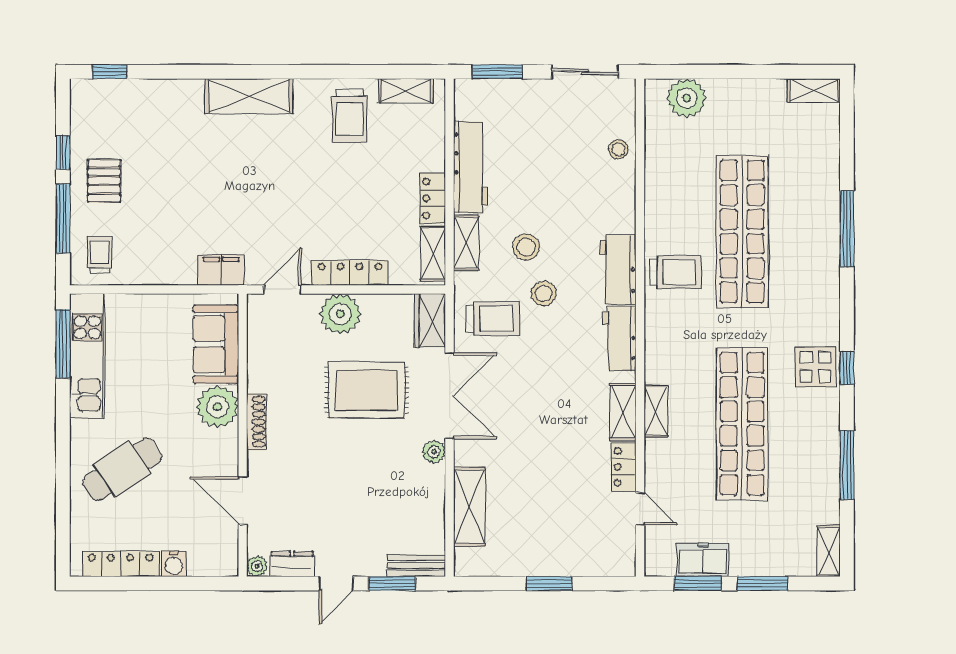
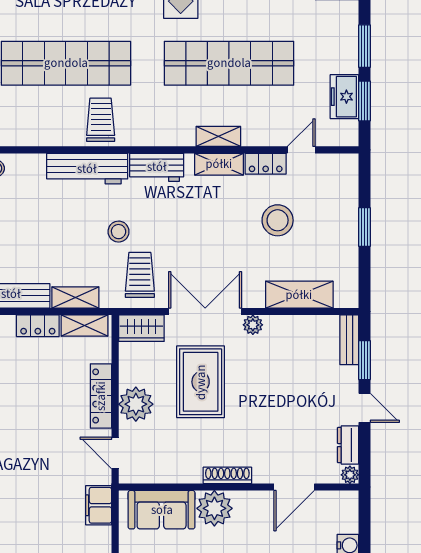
stool: (526, 247) -> (278, 220), moved, width x1.38, depth x1.38
workbench: (618, 270) -> (87, 169), width x1.38

